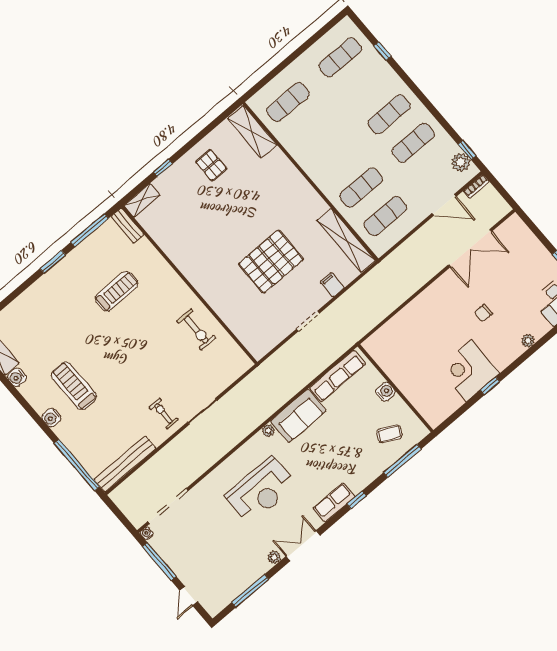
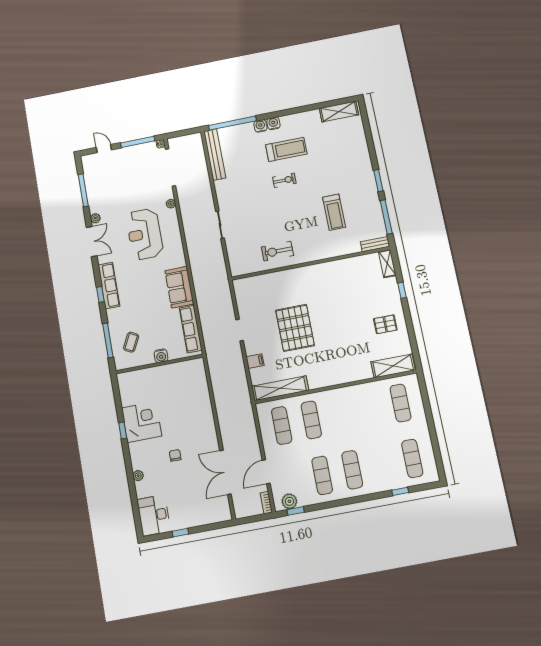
water cooler: (17, 377) -> (260, 126), moved
exercise bike: (164, 414) -> (284, 180), moved
plant: (268, 431) -> (171, 204), moved
row of seats: (334, 502) -> (109, 286), width x1.48

